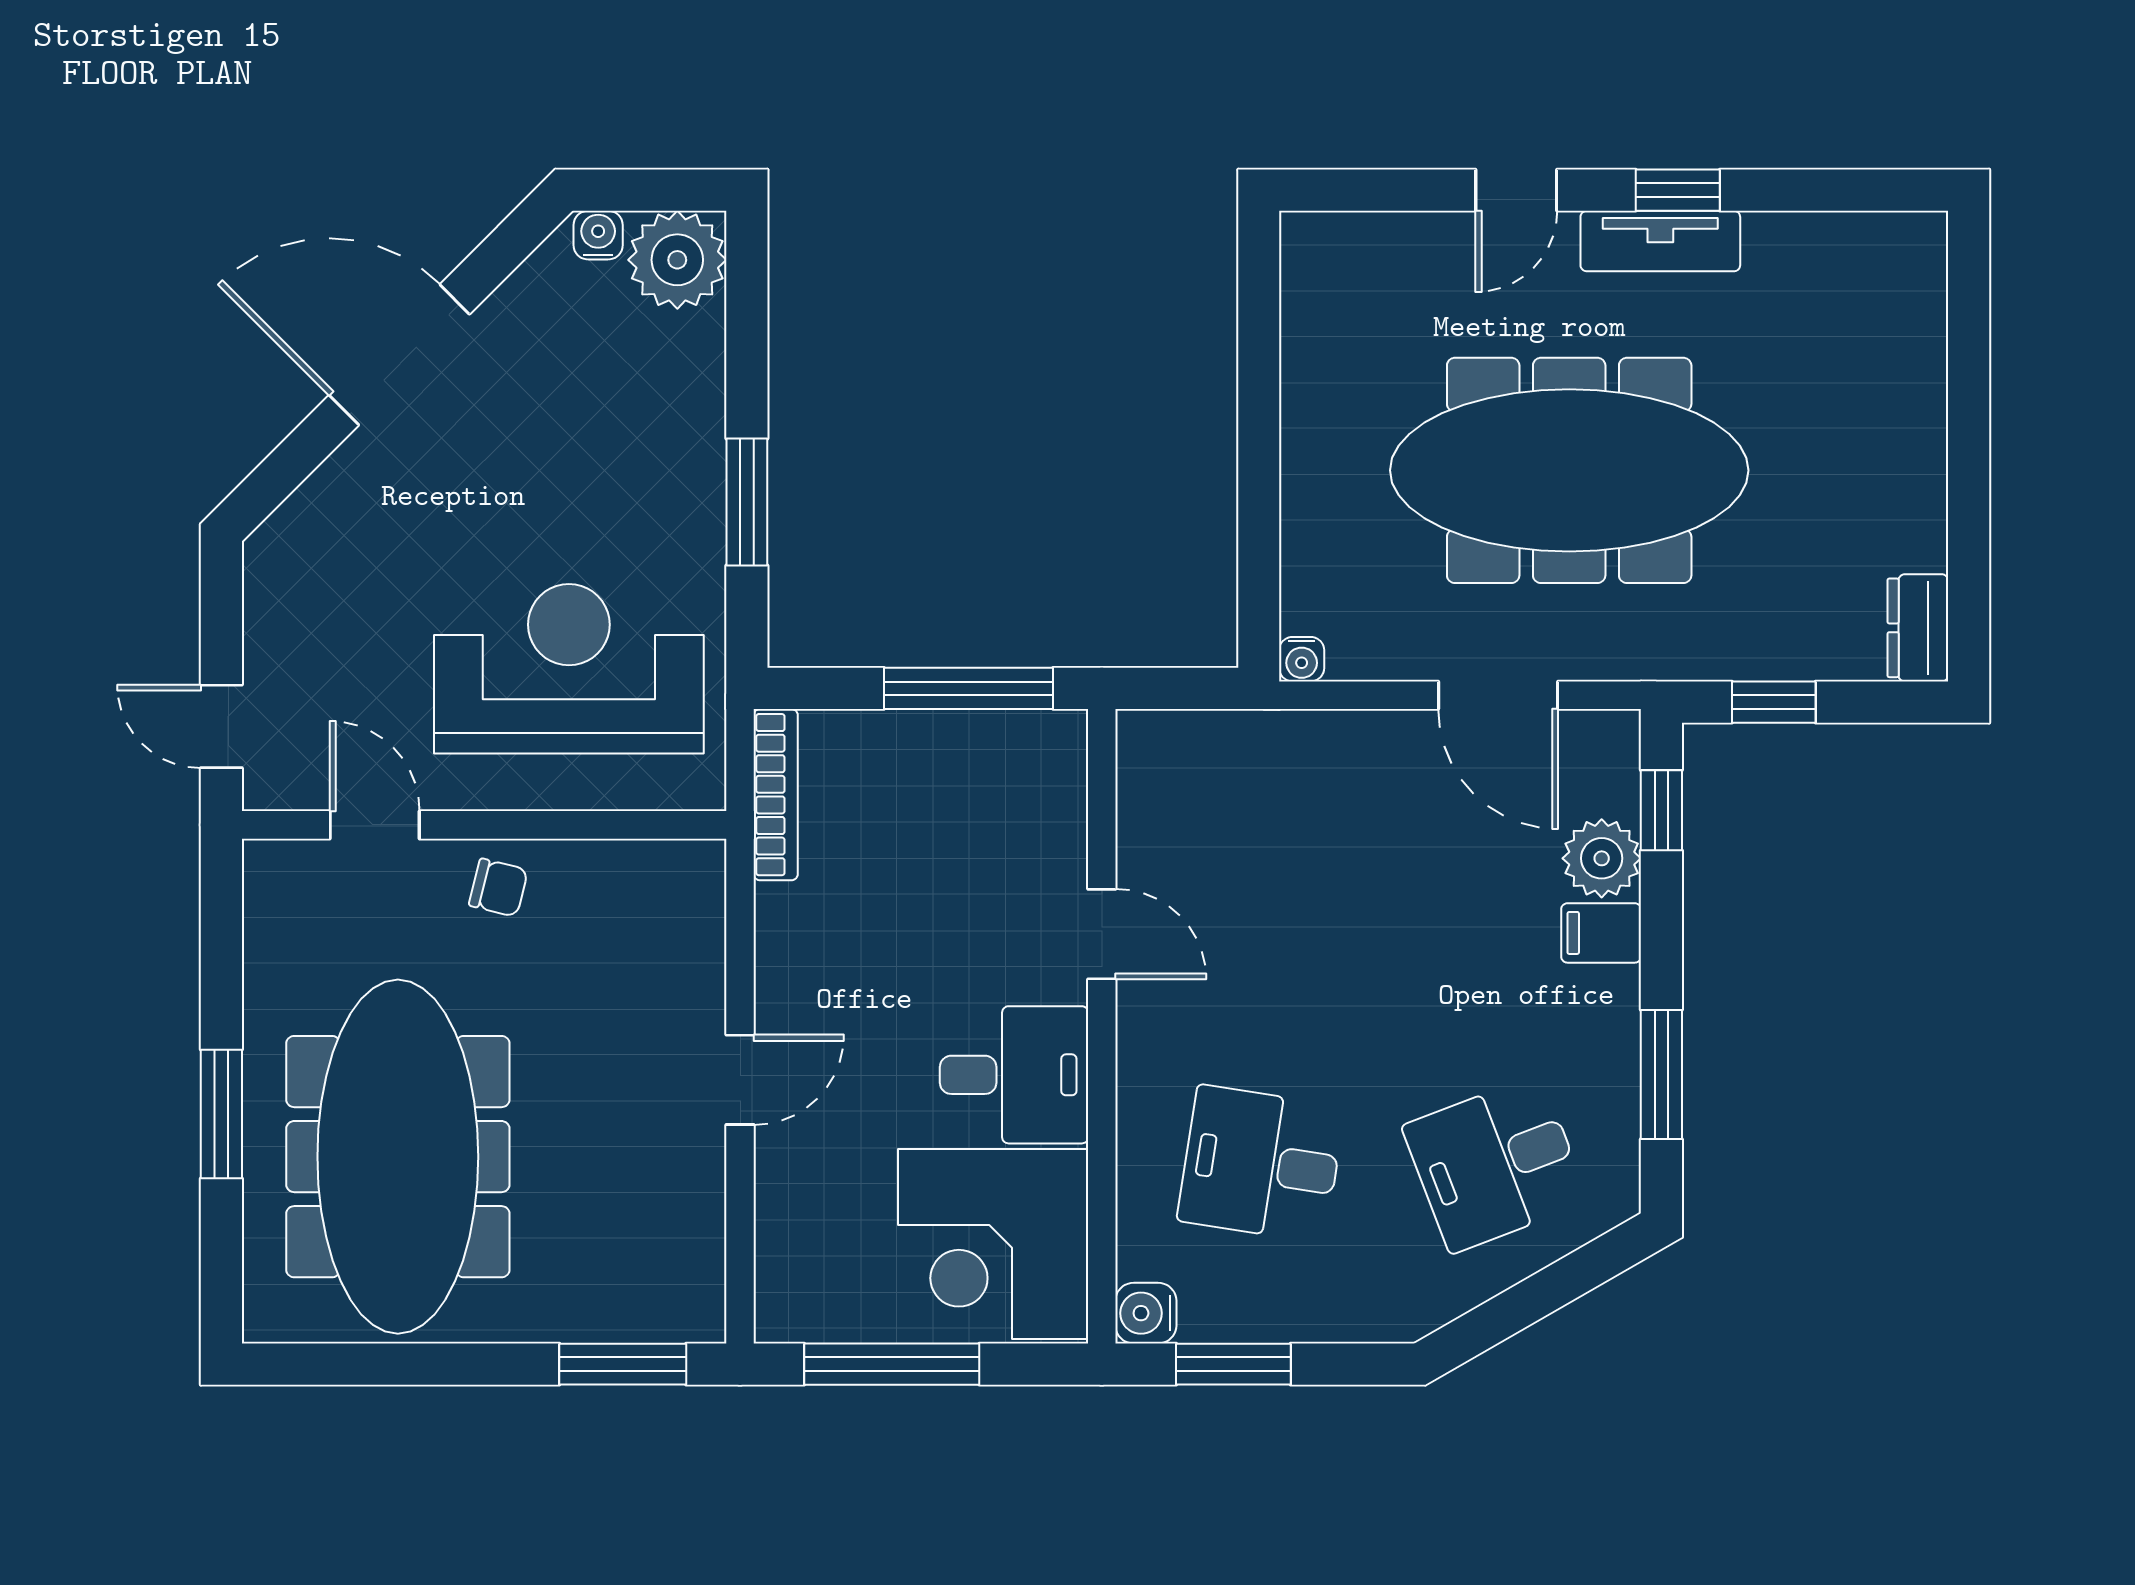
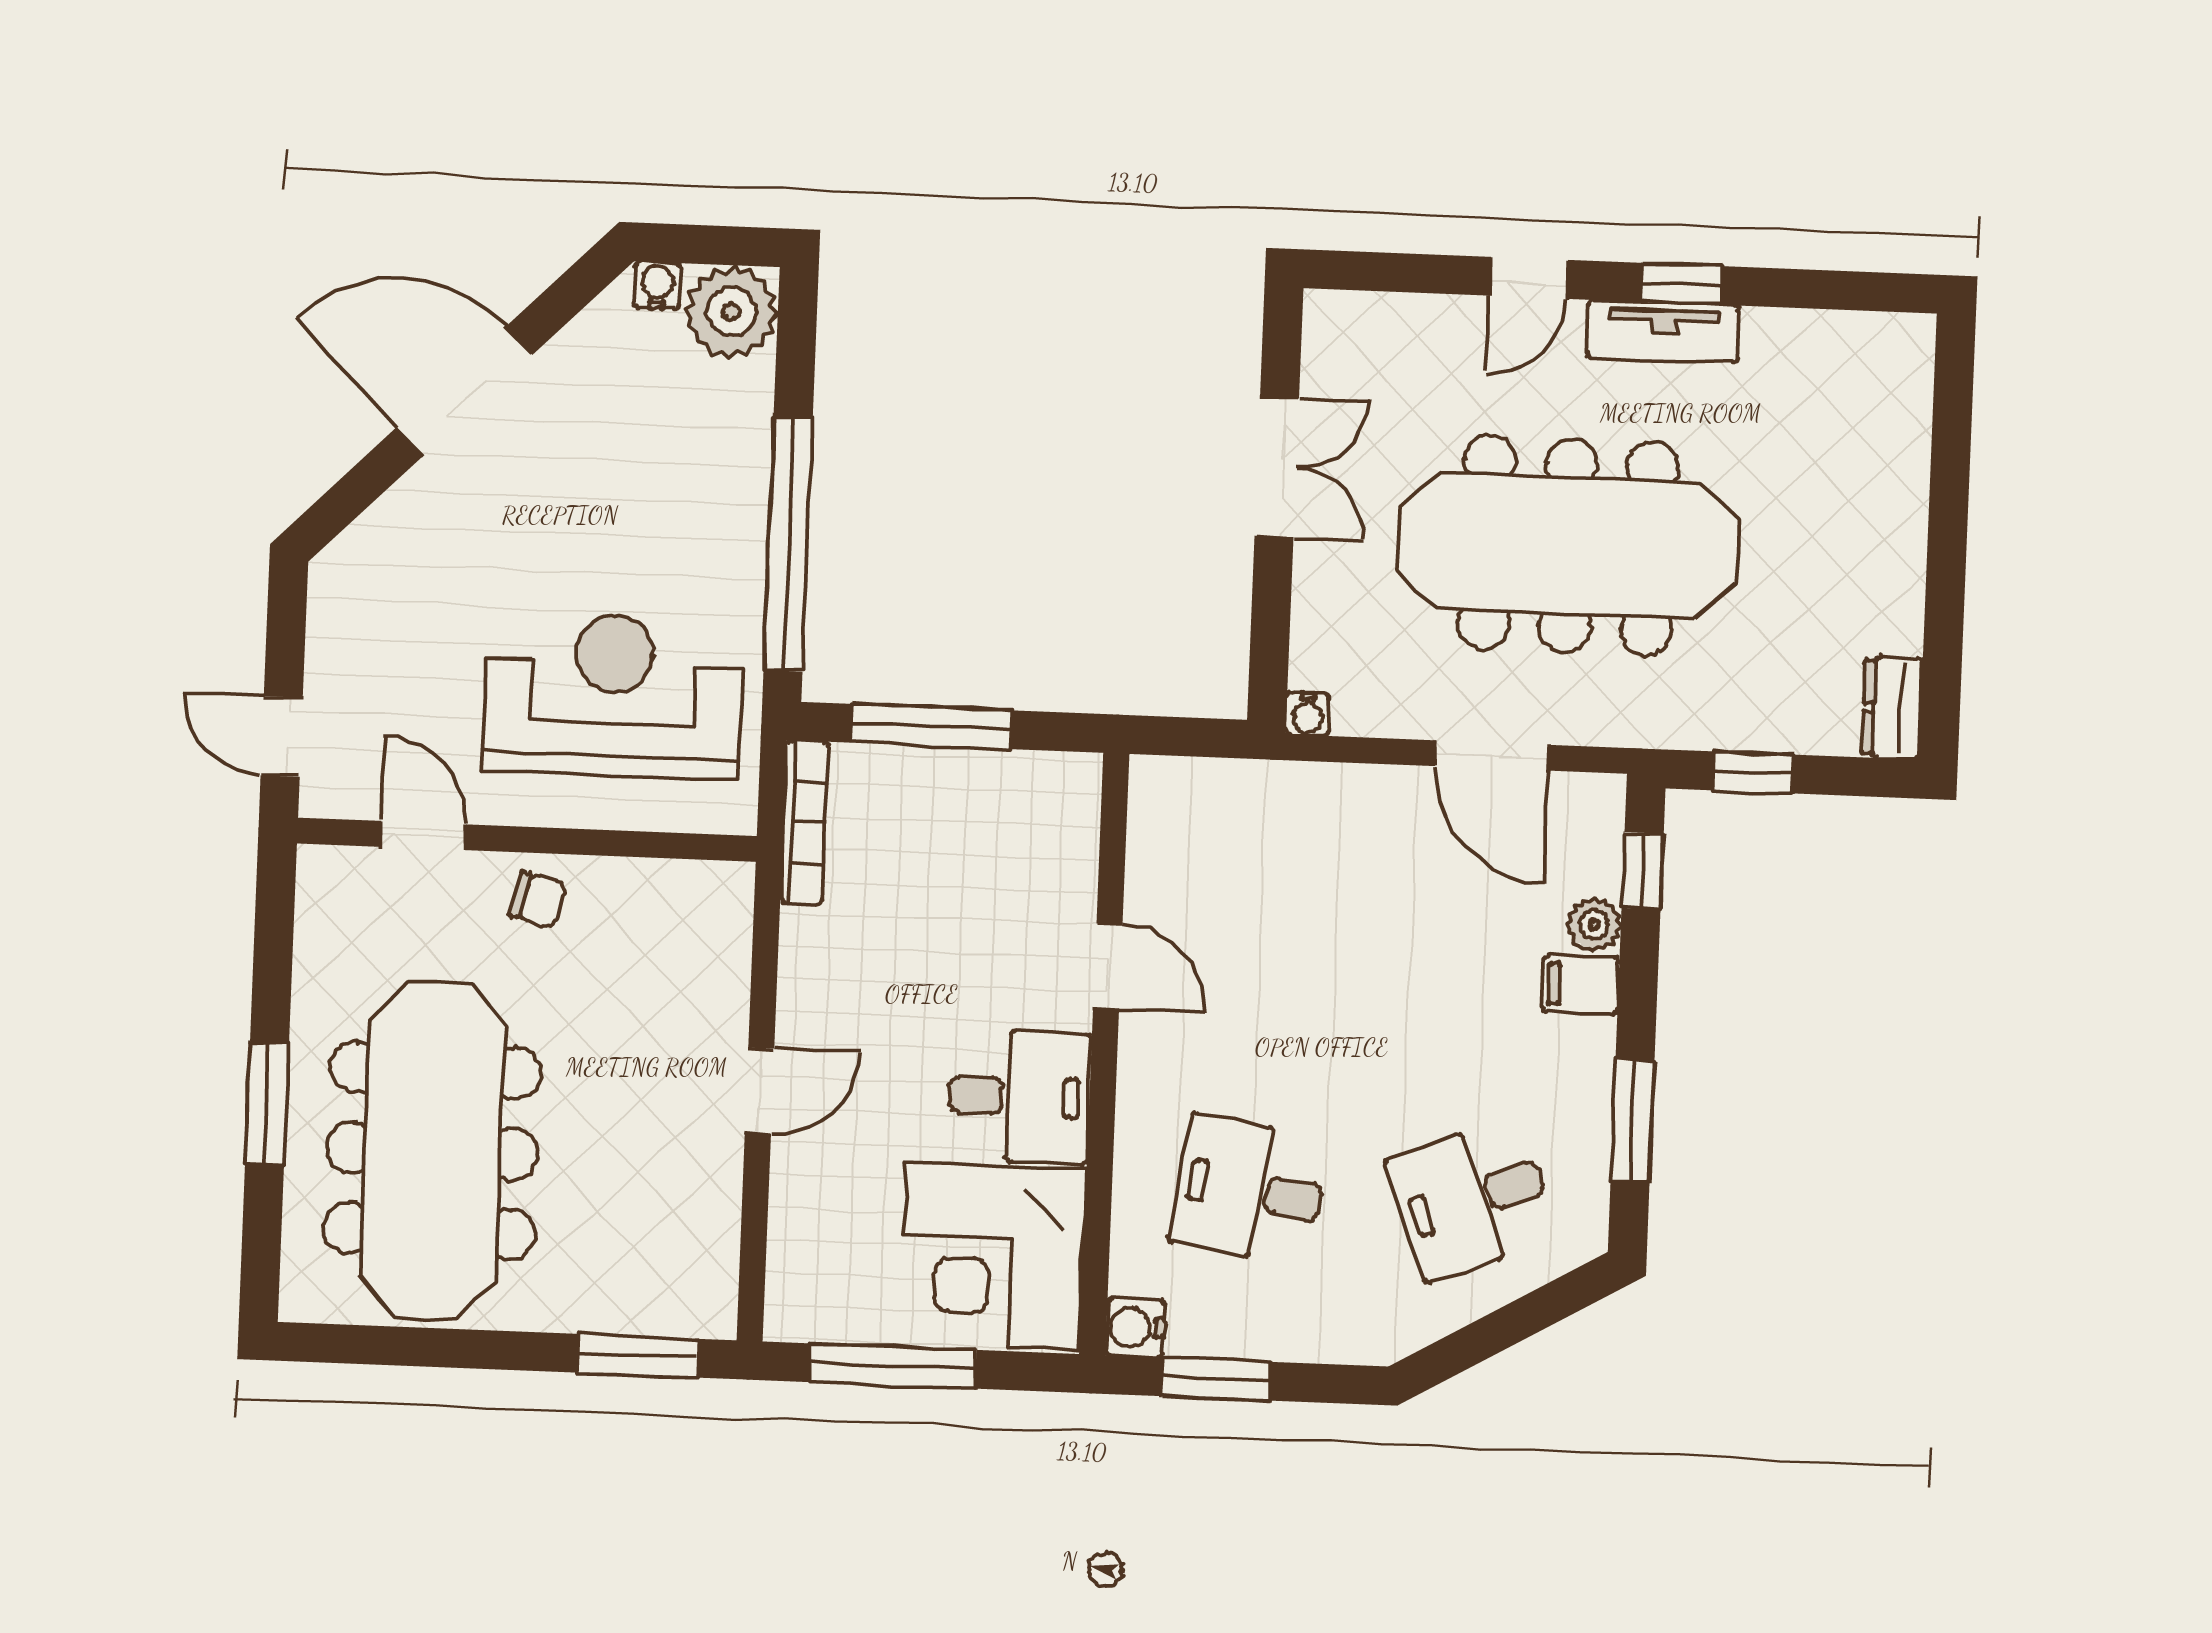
double door: (1259, 400) -> (1277, 467), added
window: (747, 502) -> (788, 544), width x2.11
window: (968, 688) -> (931, 726), moved
plant: (1602, 858) -> (1594, 925), width x0.73, depth x0.73

